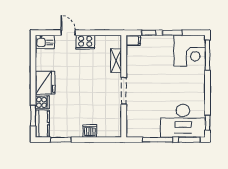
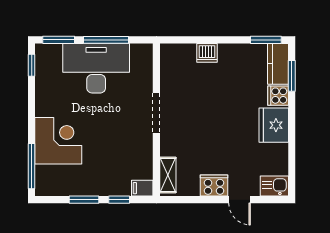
corner desk: (190, 51) -> (58, 141), moved, turned 90
shelving: (116, 61) -> (168, 175), moved
desk: (183, 121) -> (96, 68), moved
window: (61, 140) -> (266, 40), moved

